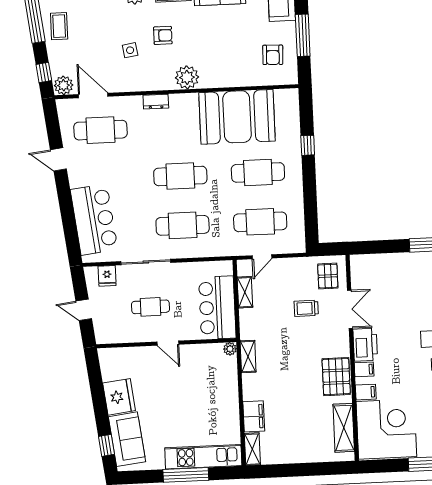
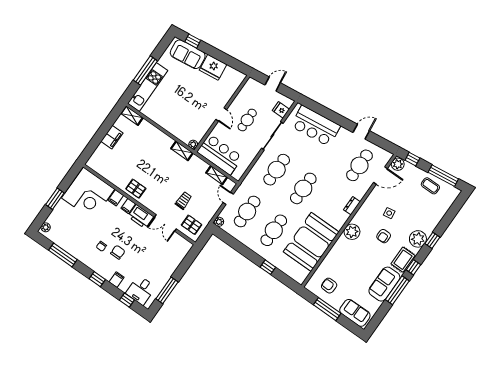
plant: (299, 246) -> (219, 222), added
door: (168, 343) -> (221, 114), swing flipped
pallet: (336, 377) -> (136, 189), width x0.67, depth x0.71
filing cabinet: (254, 416) -> (112, 137), moved, turned -90
shelving: (344, 428) -> (106, 172), removed

